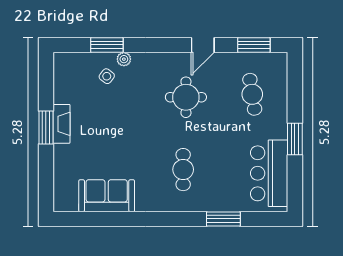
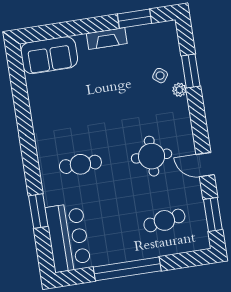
window: (46, 128) -> (135, 19), moved
window: (295, 139) -> (127, 269), width x2.11
bar counter: (269, 173) -> (68, 237), moved, turned 90
sofa: (107, 196) -> (49, 55), moved, turned 90

